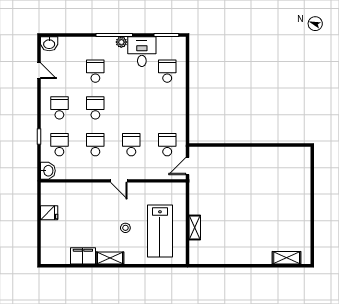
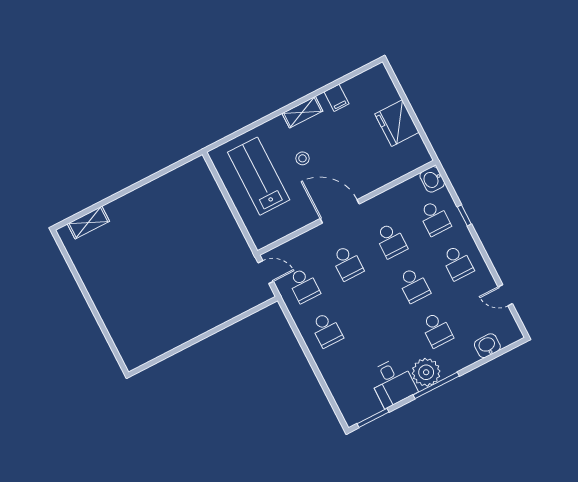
plant: (121, 42) -> (426, 372), width x1.87, depth x1.87
washbasin: (49, 44) -> (487, 346), moved
school desk: (167, 71) -> (327, 330), moved
door: (188, 166) -> (266, 272), hinge flipped
door: (119, 181) -> (340, 211), width x1.87
fridge: (49, 213) -> (397, 123), width x1.88, depth x1.34
shelving: (195, 228) -> (219, 202), removed
filing cabinet: (83, 256) -> (337, 98), width x0.50

